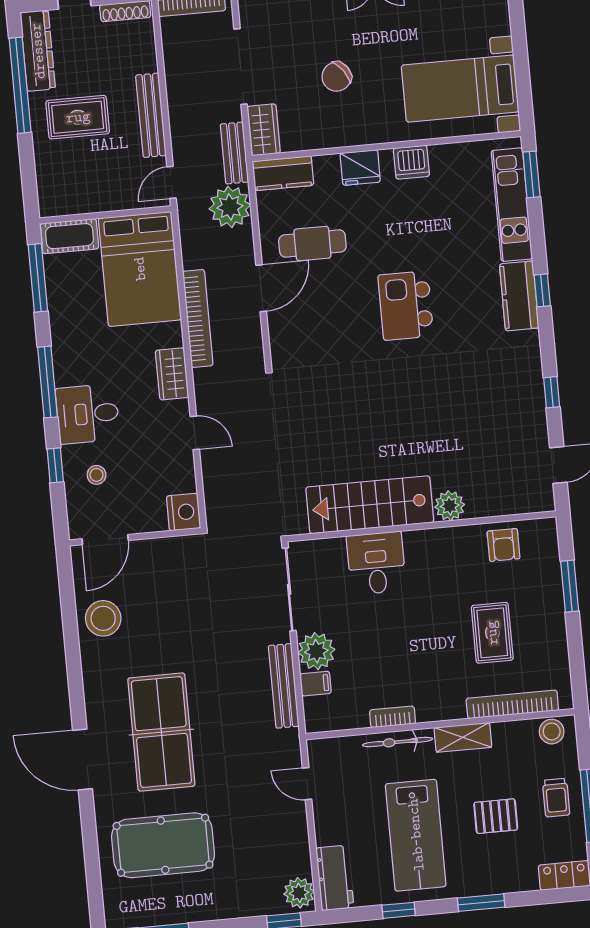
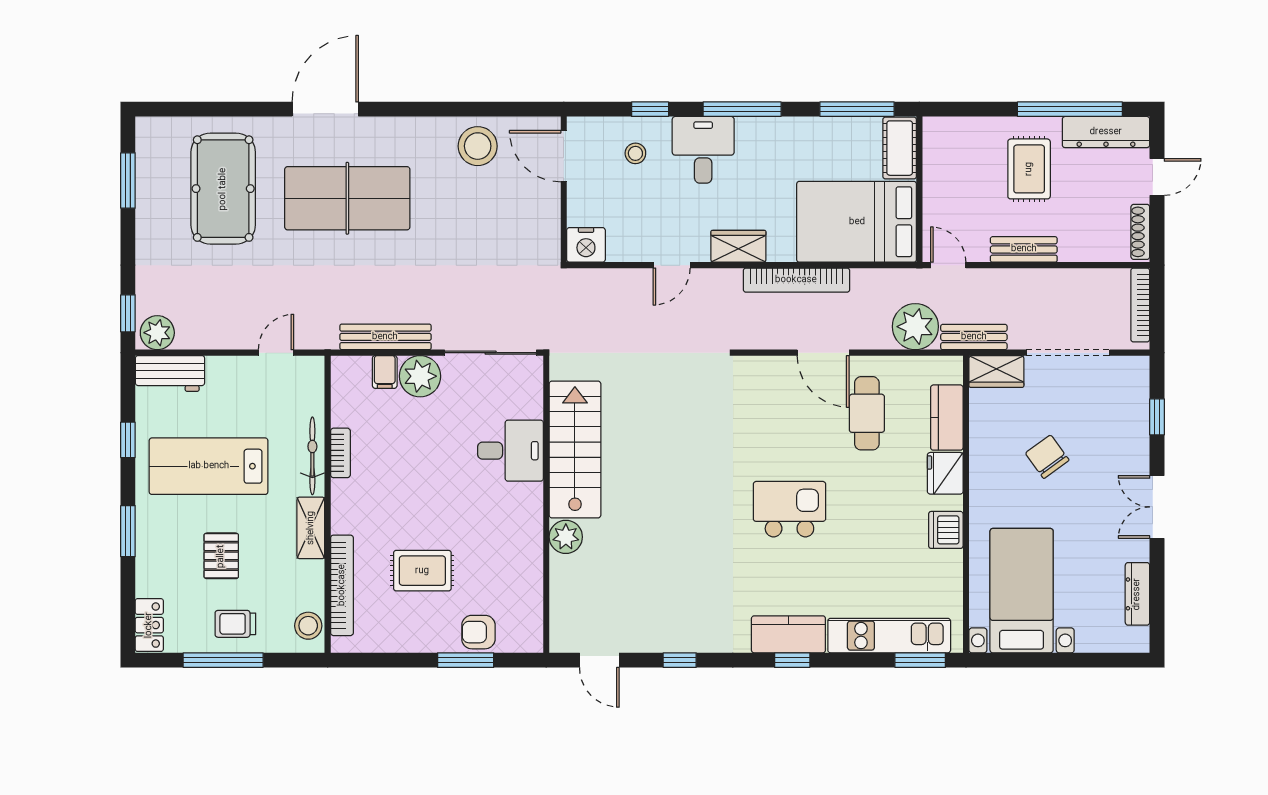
bench: (151, 115) -> (1024, 249), width x0.73
kitchen counter: (283, 173) -> (947, 418), moved
armchair: (503, 545) -> (478, 632), moved

